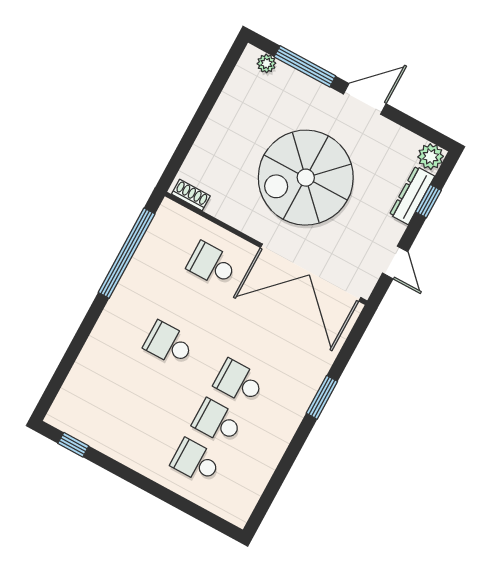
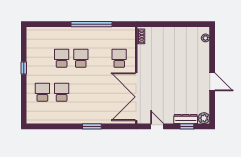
window: (305, 66) -> (212, 53), removed
spiral stairs: (306, 178) -> (171, 76), removed
window: (127, 253) -> (91, 24), moved
door: (395, 262) -> (157, 126), swing flipped
school desk: (239, 382) -> (62, 58), moved
window: (73, 445) -> (24, 68), moved

